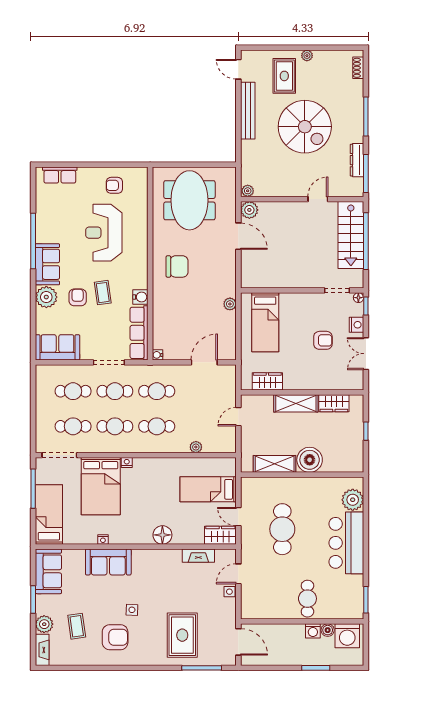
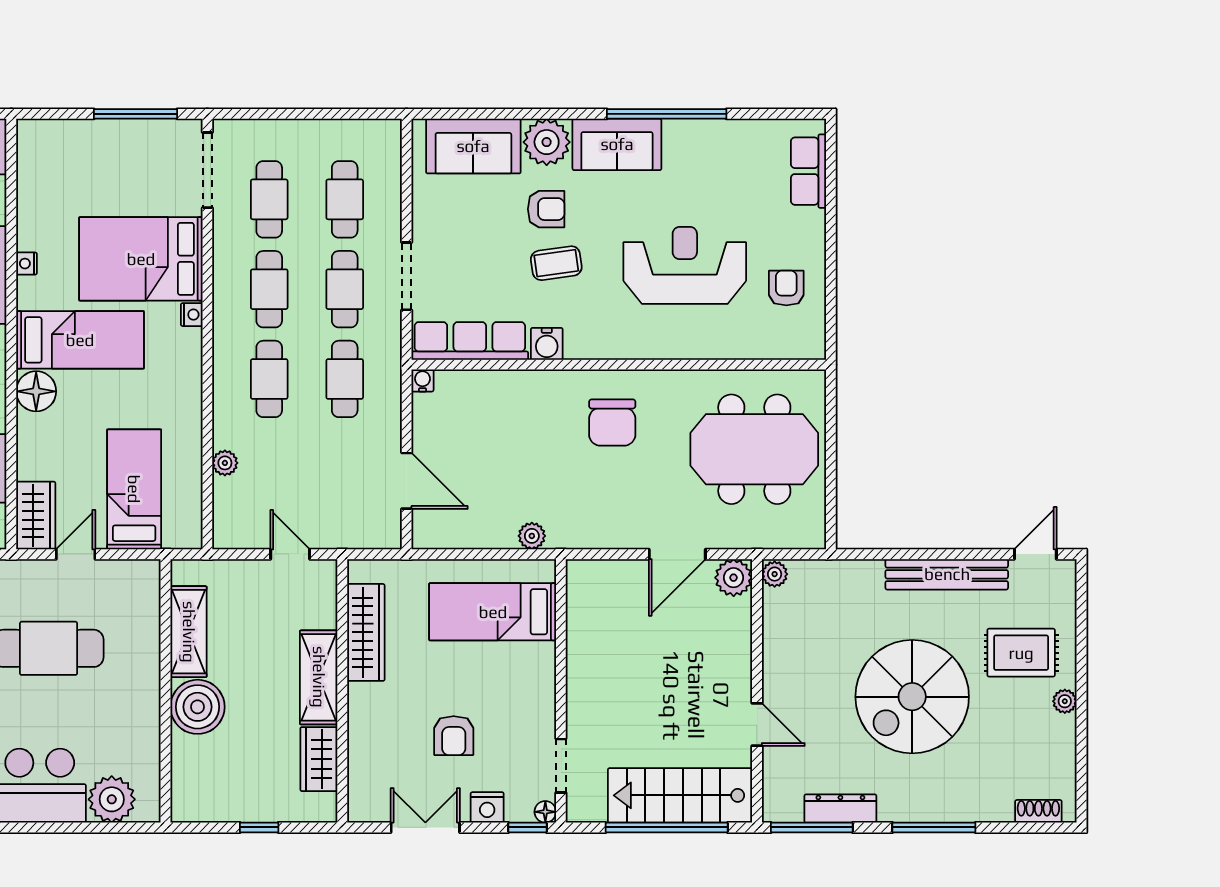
sofa: (58, 347) -> (473, 146), moved, turned 90
wardrobe: (267, 381) -> (366, 632), width x1.50
bed: (49, 515) -> (80, 340), moved

